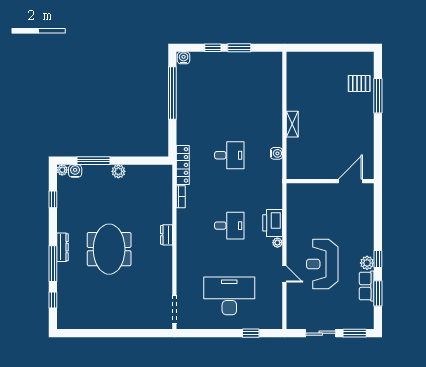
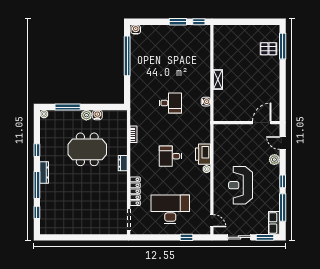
window: (213, 48) -> (199, 22), moved
window: (378, 96) -> (283, 46), moved
locker: (183, 165) -> (135, 191), moved
water cooler: (75, 171) -> (97, 115), moved
window: (53, 199) -> (37, 150), moved
door: (378, 208) -> (283, 143), added
desk: (229, 226) -> (170, 156), turned 180
meeting table: (109, 249) -> (87, 149), moved, turned 90
plant: (367, 263) -> (274, 160), moved
door: (284, 274) -> (212, 221), moved
row of seats: (367, 286) -> (274, 223), moved
window: (378, 293) -> (283, 207), width x1.44

